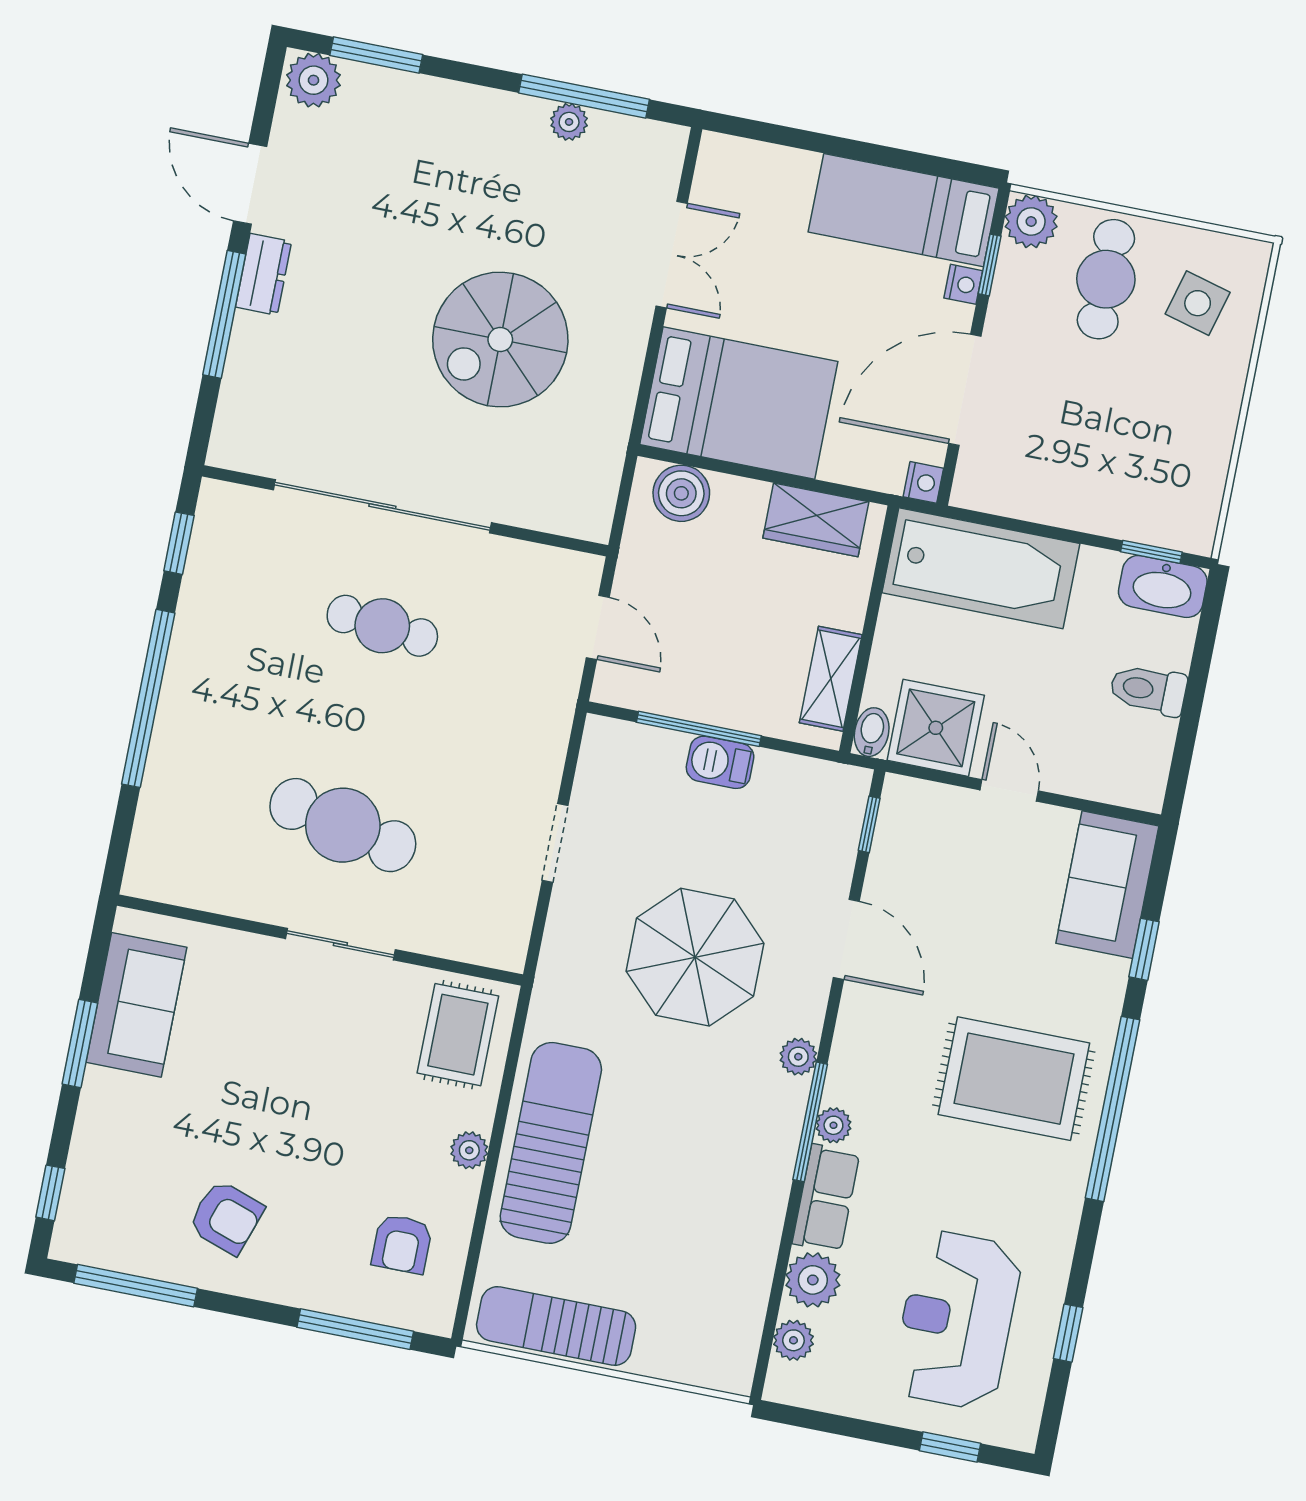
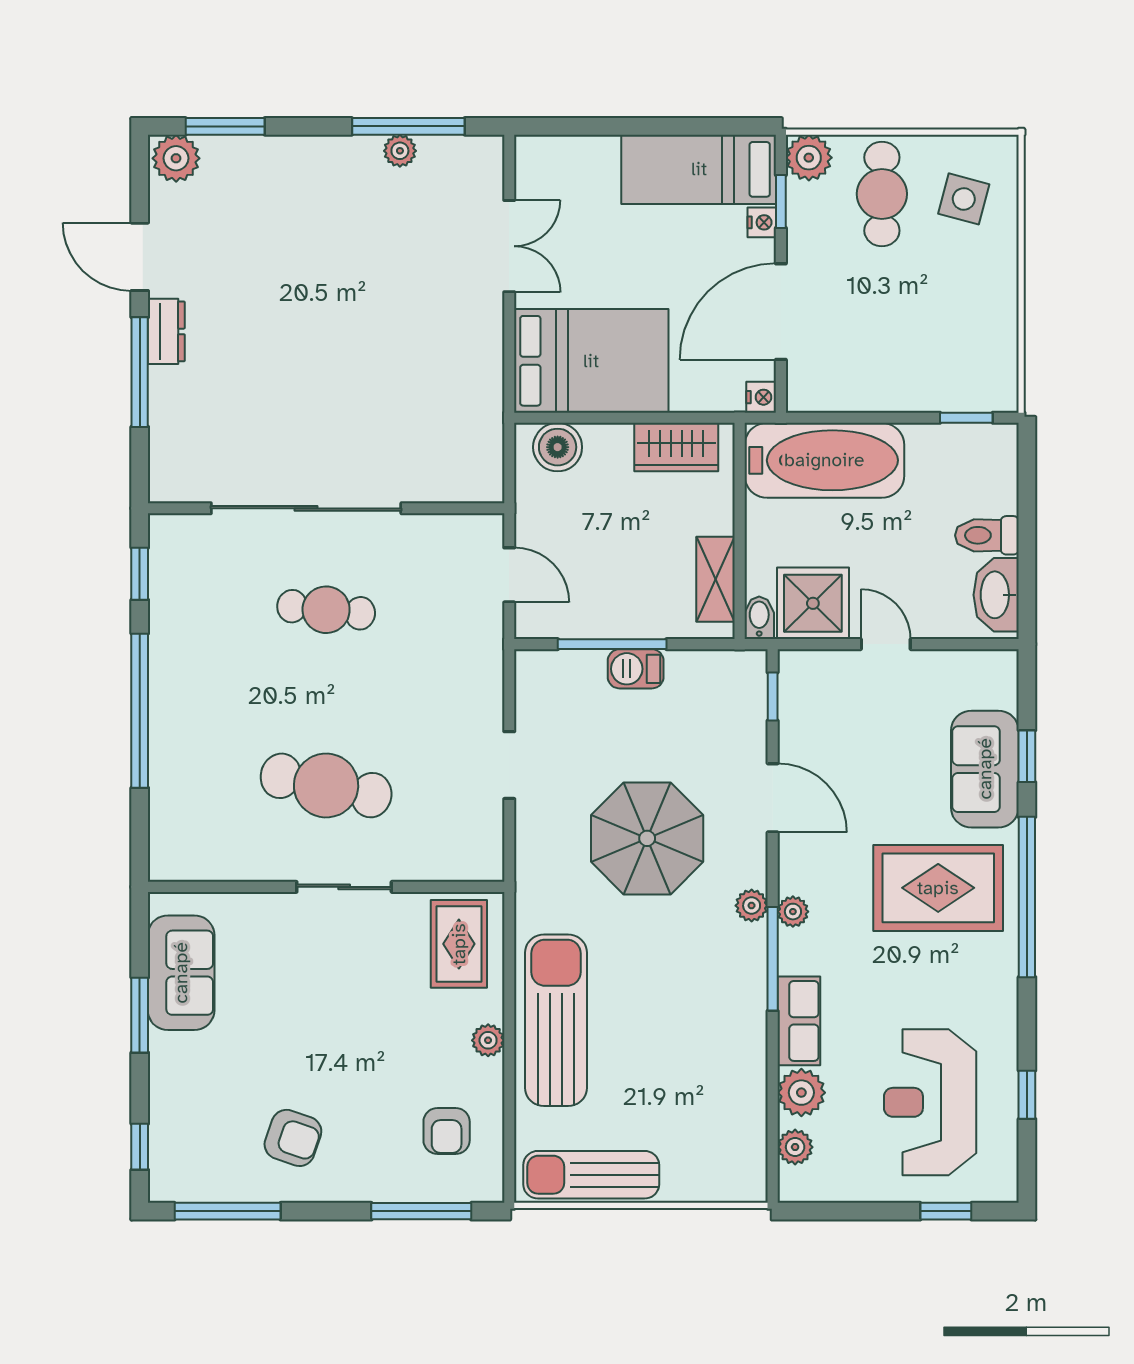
spiral stairs: (500, 340) -> (378, 347), removed
washbasin: (1163, 586) -> (996, 595), moved, turned 90
sofa: (1107, 885) -> (985, 769), moved
plant: (833, 1125) -> (793, 912), moved

